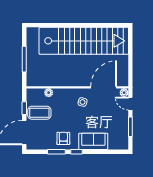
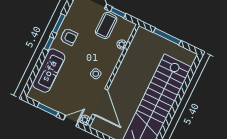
sofa: (93, 141) -> (49, 71), width x1.36

